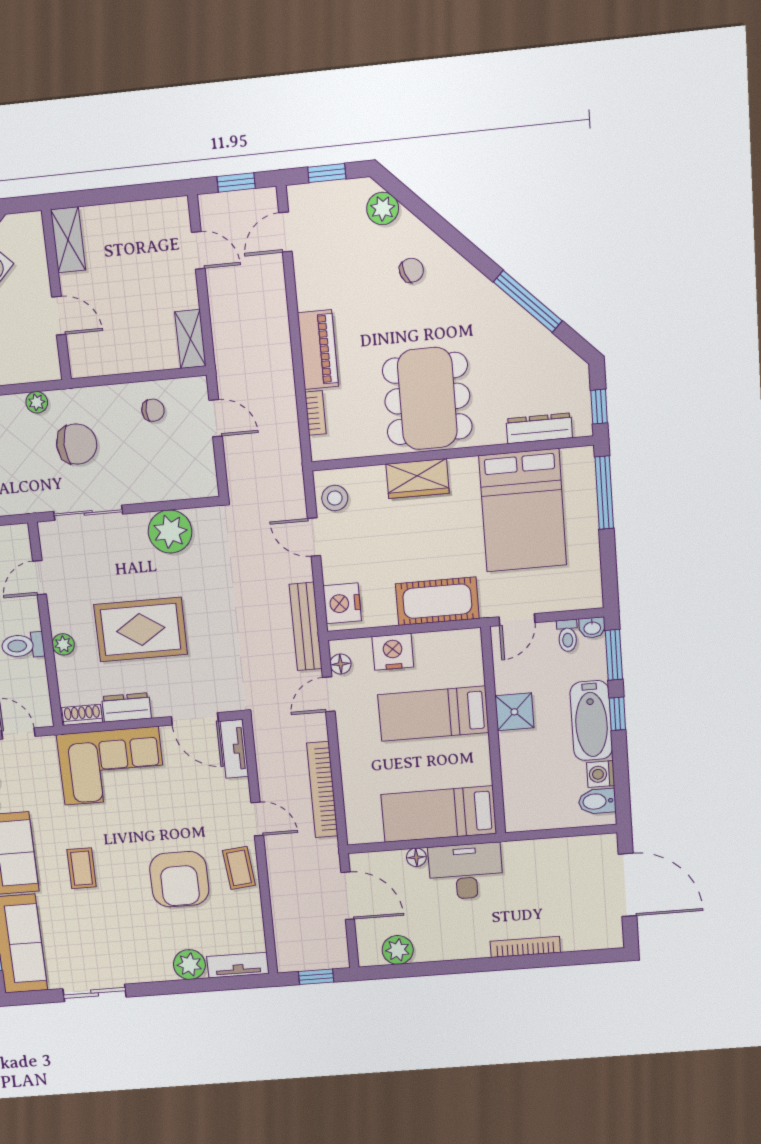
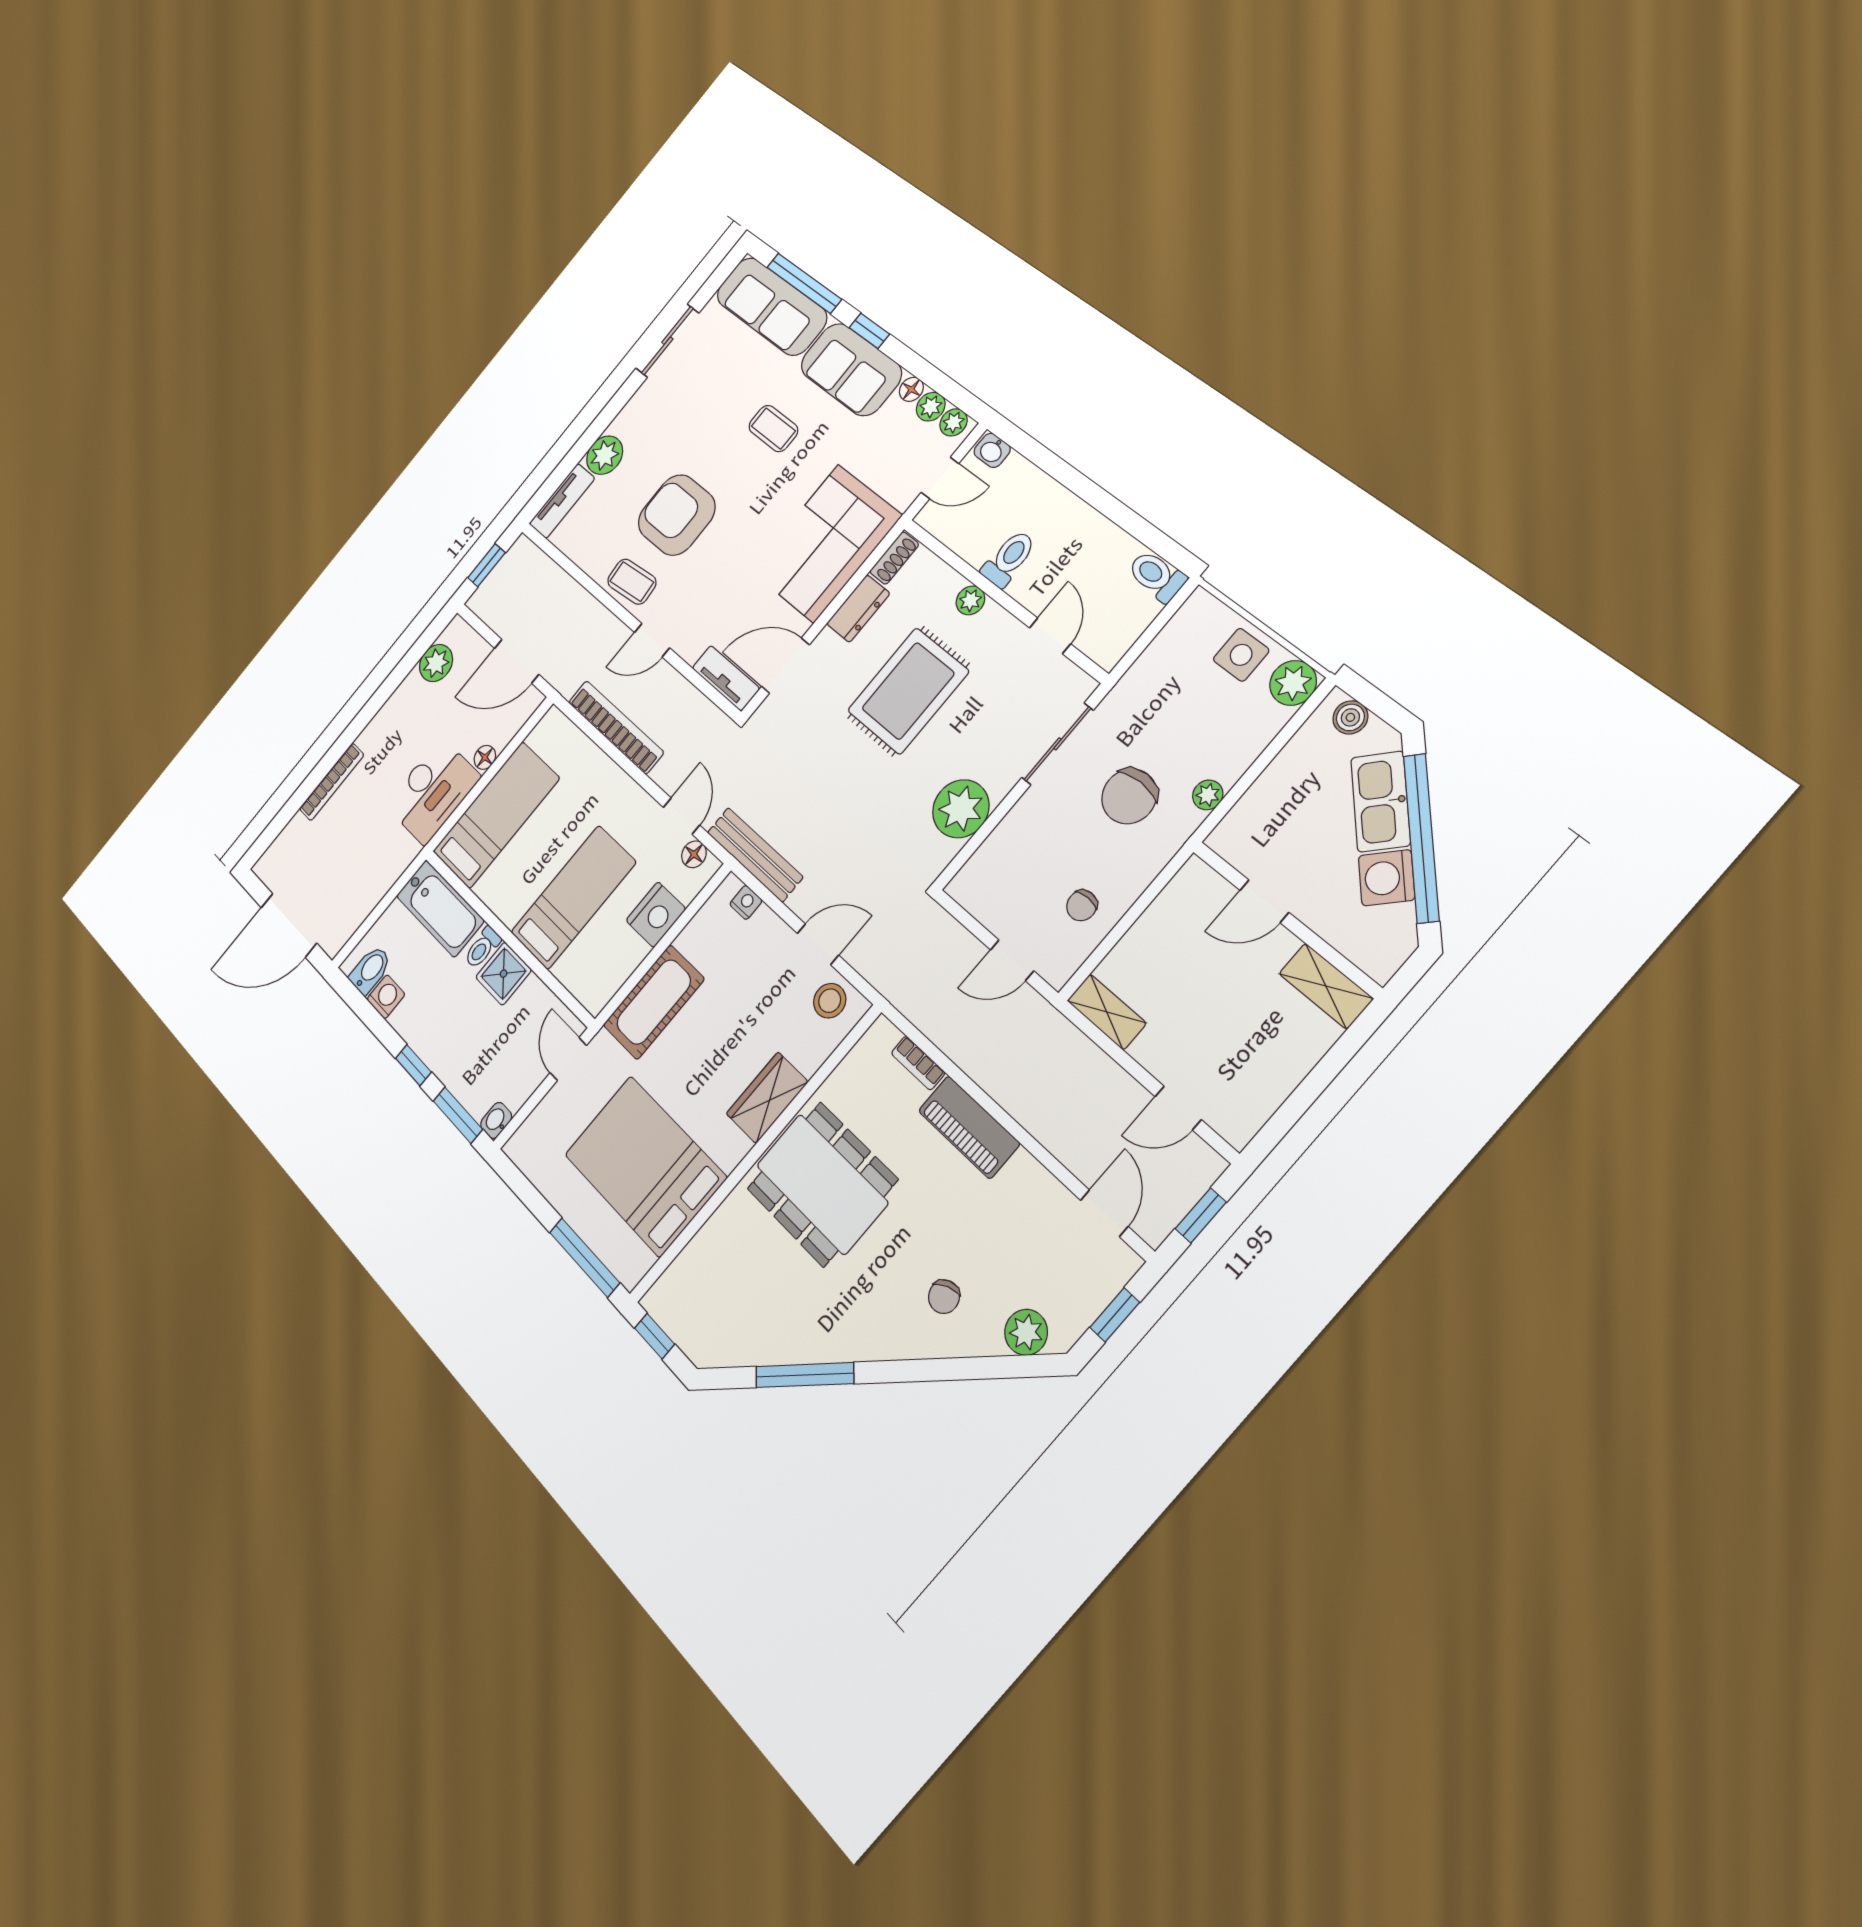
dresser: (539, 428) -> (693, 1260), removed
nightstand: (342, 603) -> (746, 902), width x0.53, depth x0.56
toilet: (567, 636) -> (483, 947), moved, turned -90
bathtub: (591, 721) -> (440, 908), moved, turned 180

